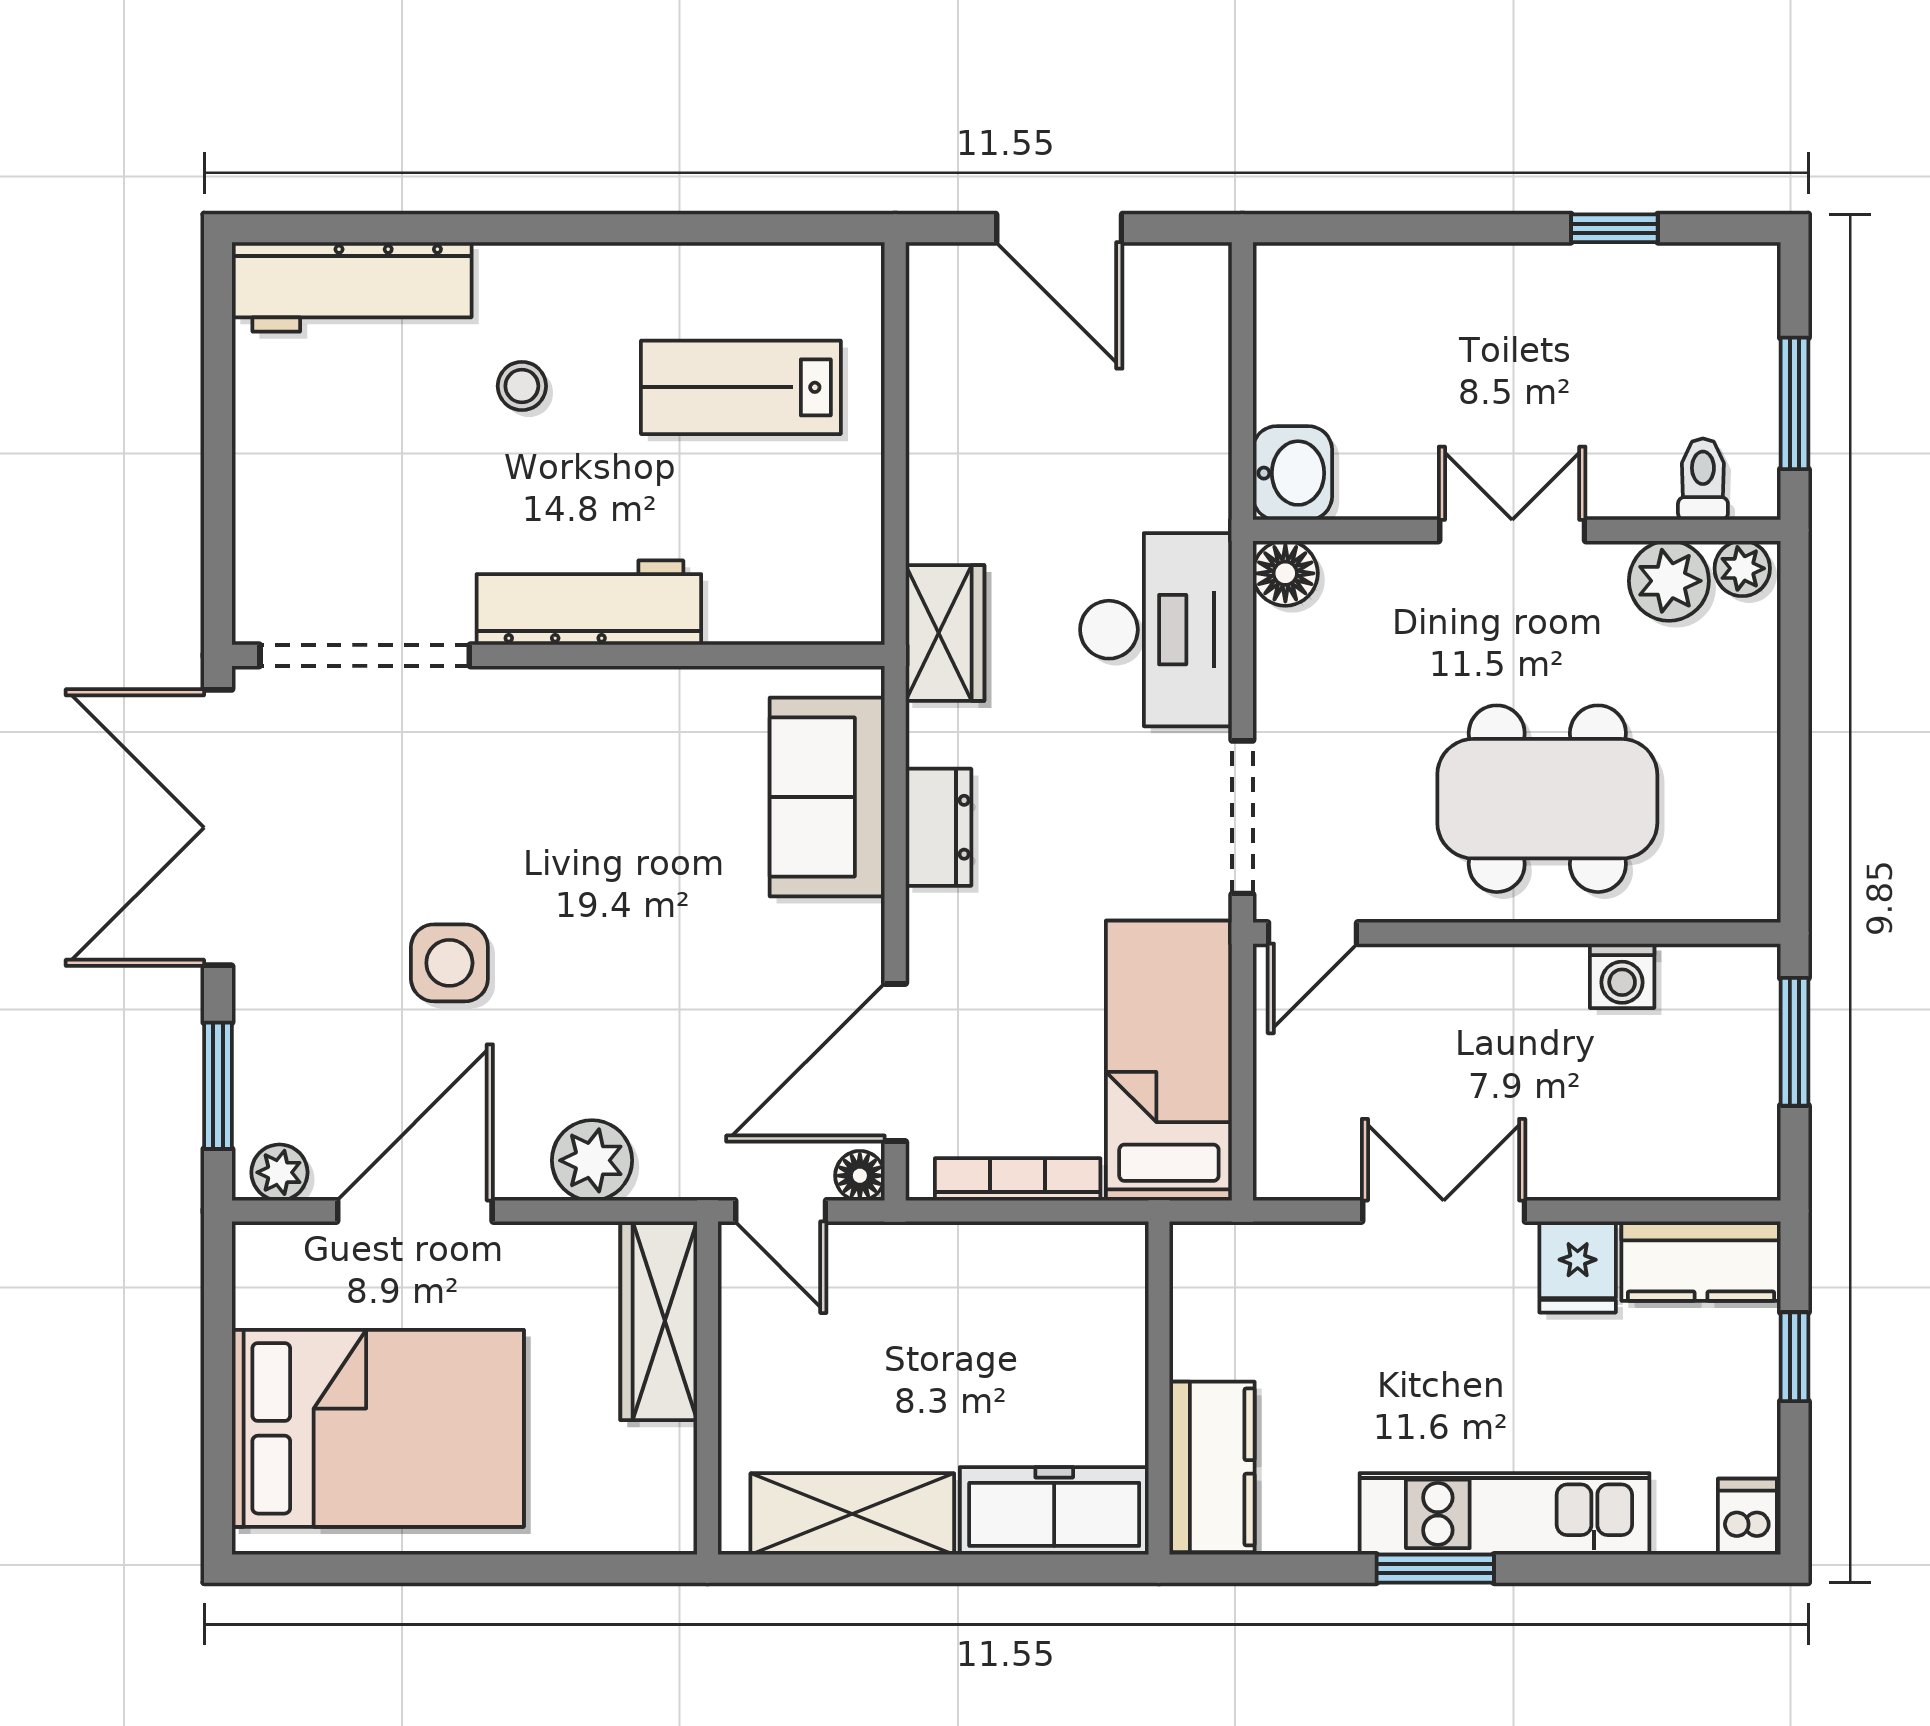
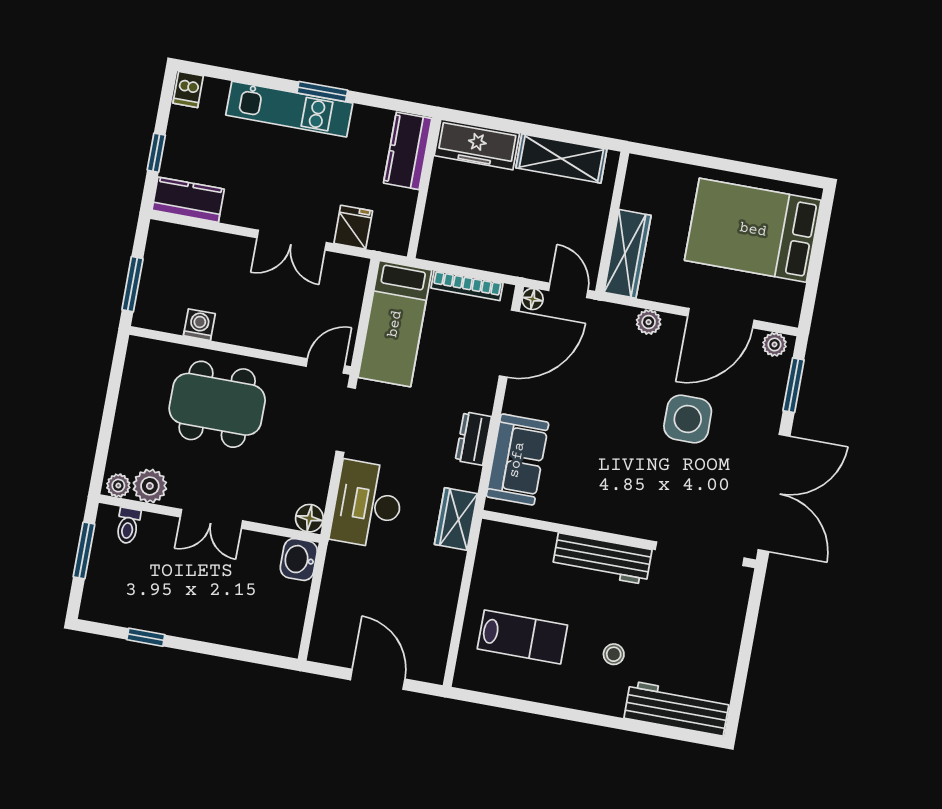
side table: (449, 963) -> (688, 419), width x1.37, depth x1.37
plant: (592, 1160) -> (649, 322), width x0.73, depth x0.73
fridge: (1578, 1267) -> (353, 227), moved

